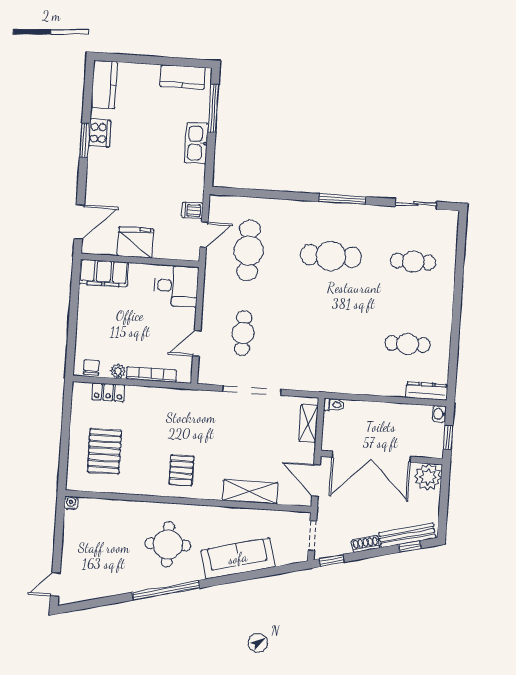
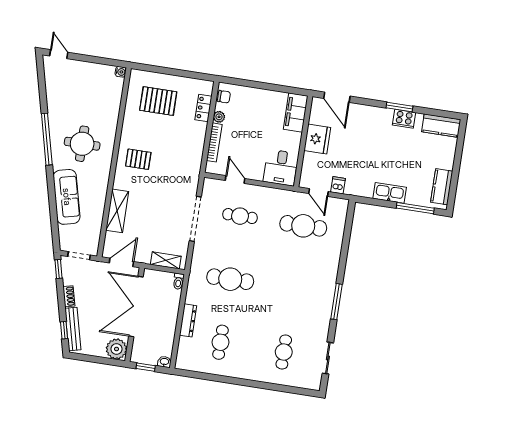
cafe table: (331, 256) -> (230, 279), moved, turned 90
dresser: (427, 391) -> (188, 320), moved

